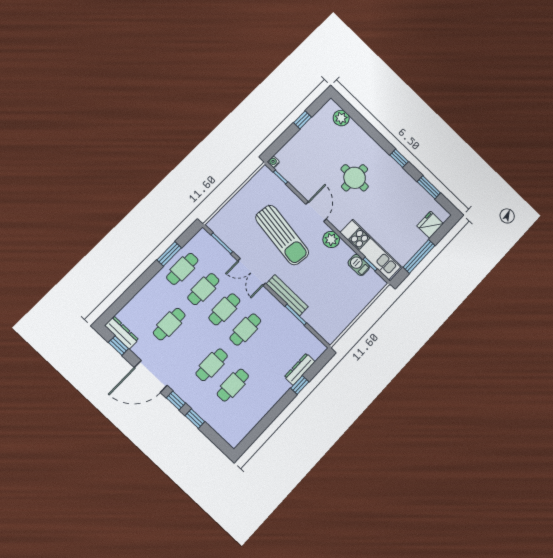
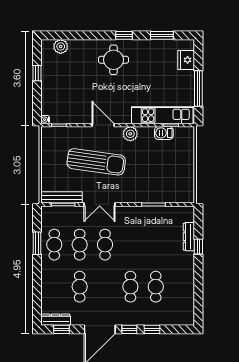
round table: (355, 178) -> (113, 60), moved
bench: (287, 295) -> (62, 197), moved
cafe table: (245, 329) -> (130, 245), removed

